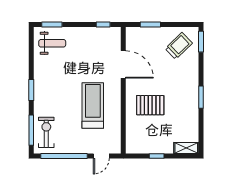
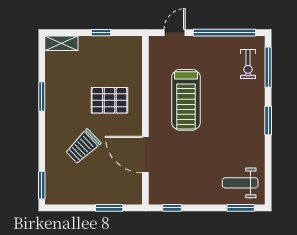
trolley: (179, 46) -> (83, 147), moved
window: (201, 97) -> (42, 96), moved
exercise bike: (46, 132) -> (248, 64), width x0.73, depth x0.72

